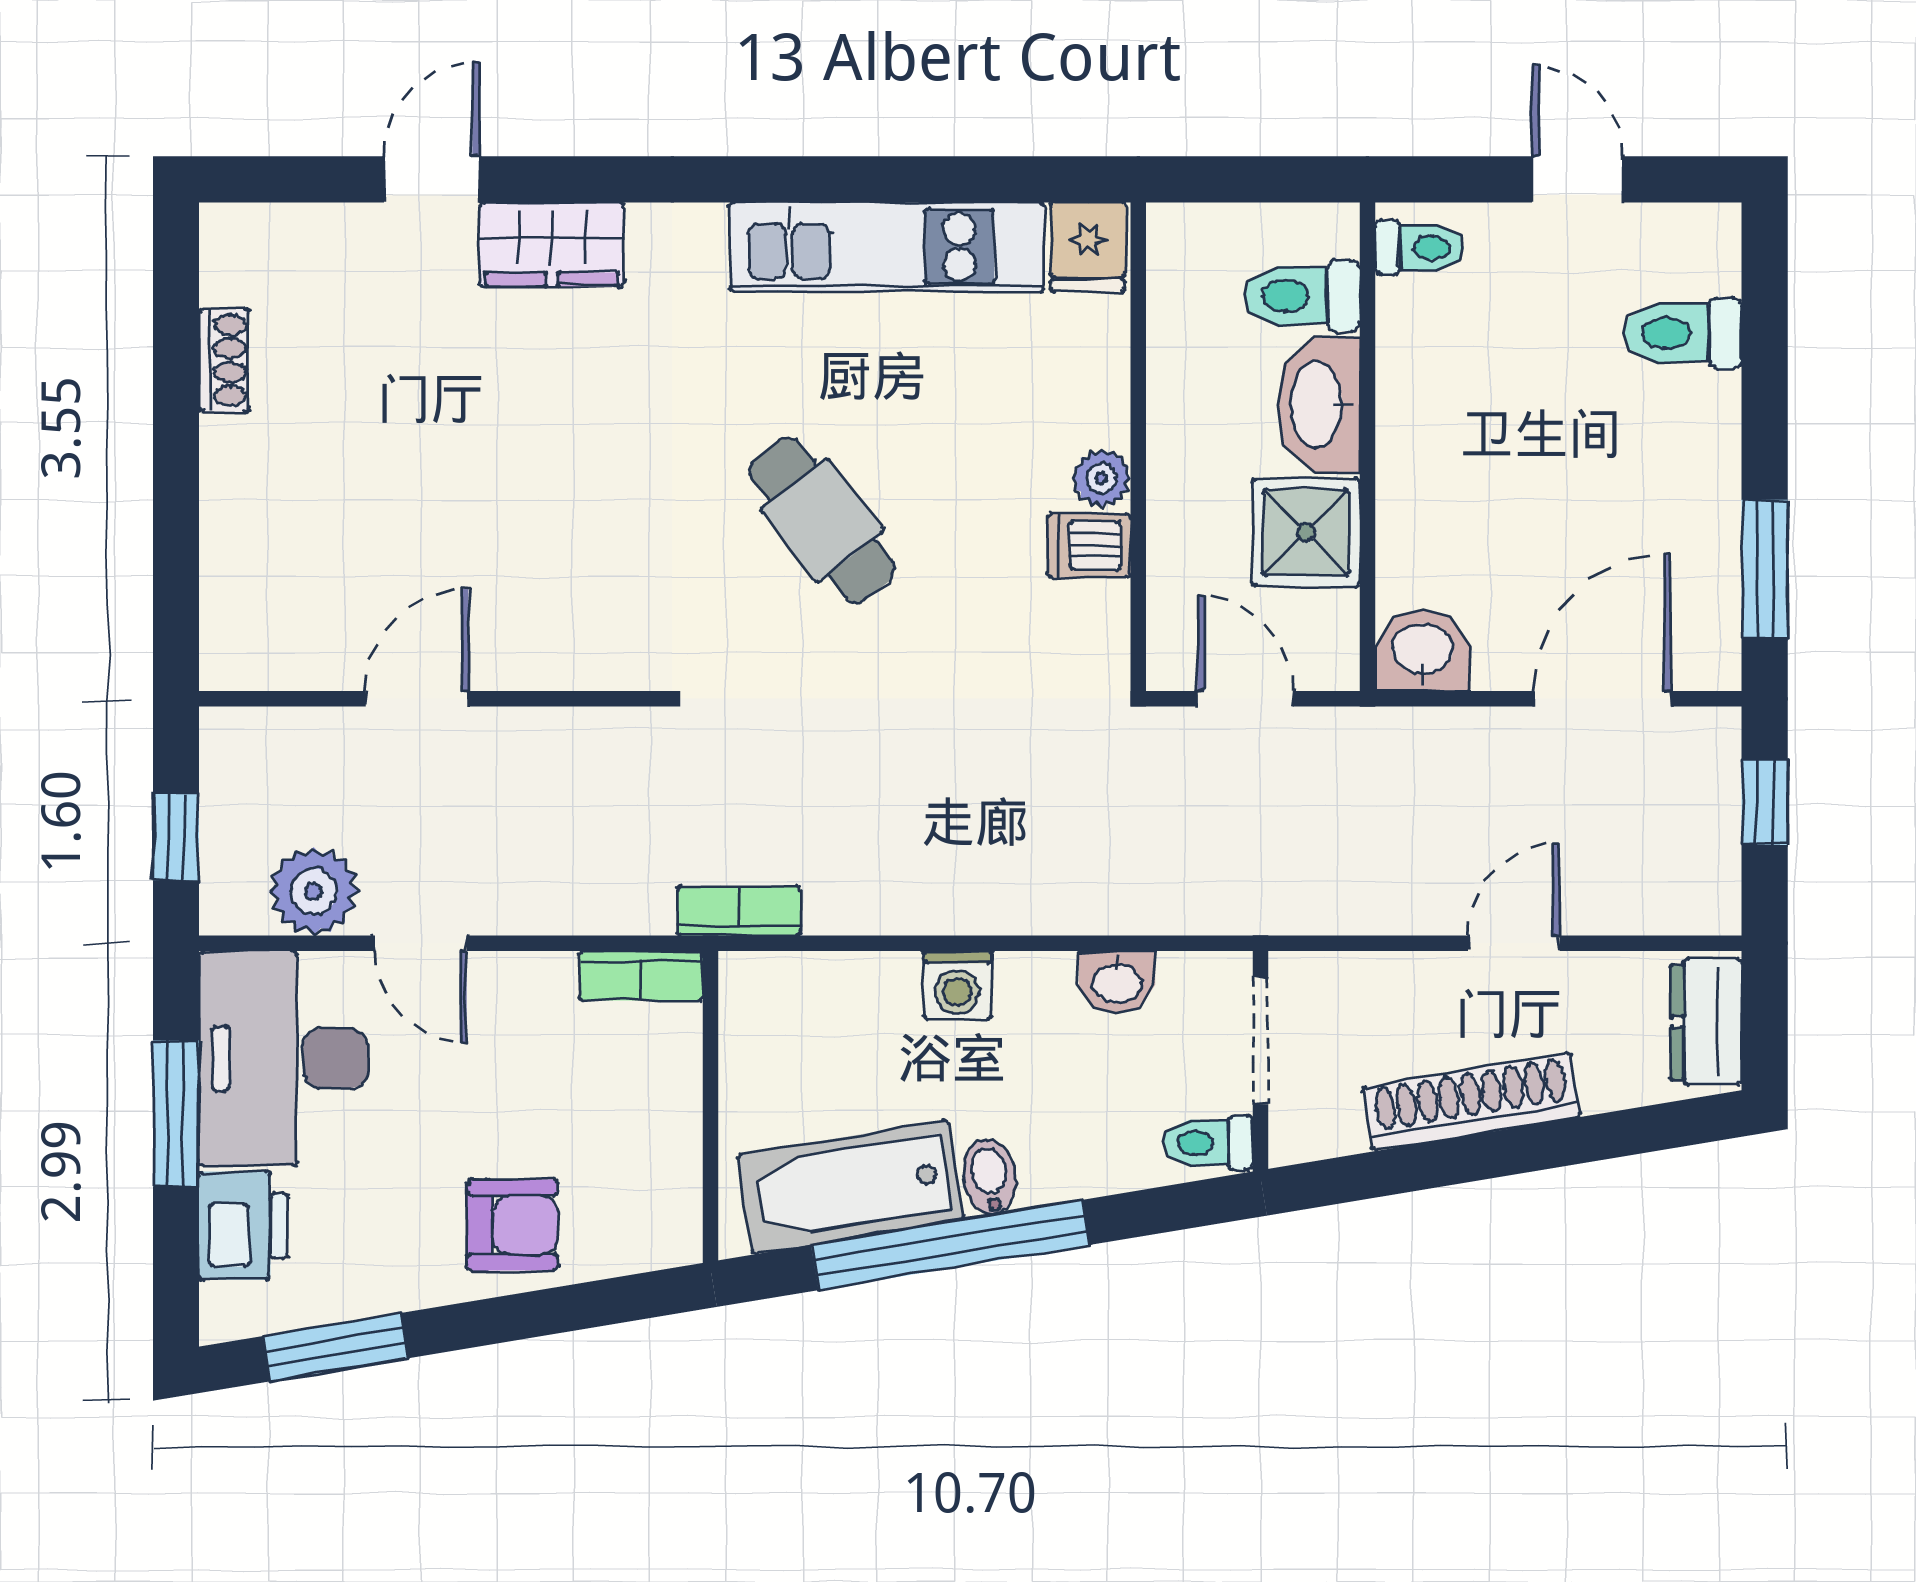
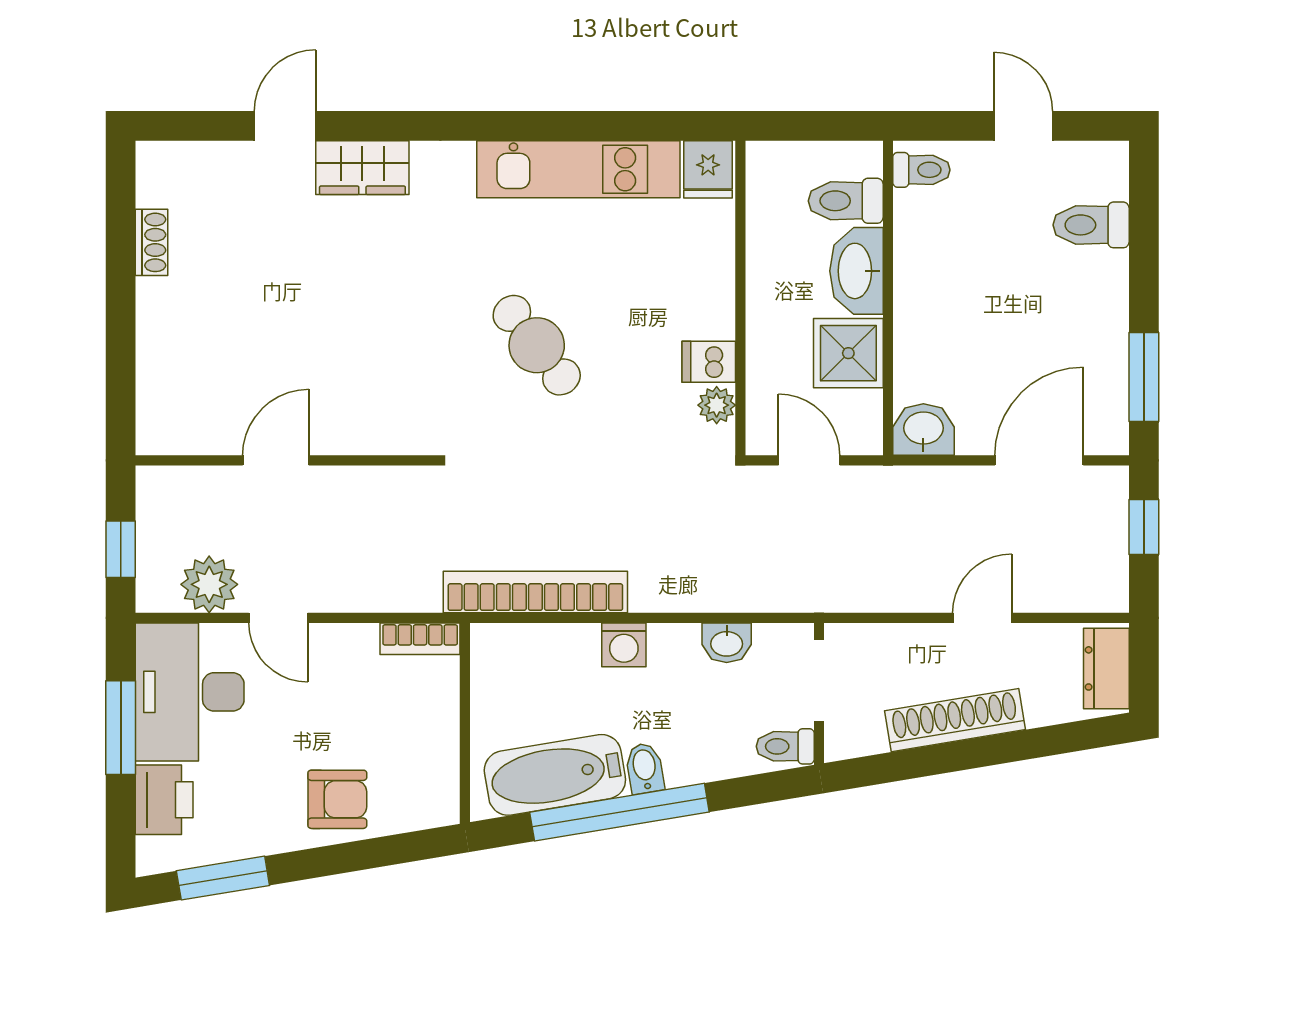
plant: (1101, 478) -> (717, 405), moved
bookcase: (739, 911) -> (535, 592), width x2.31, depth x1.31

